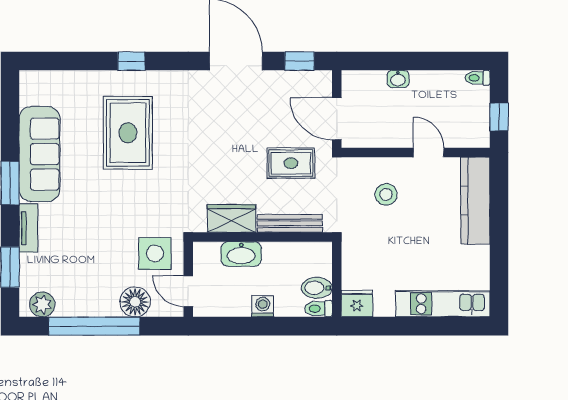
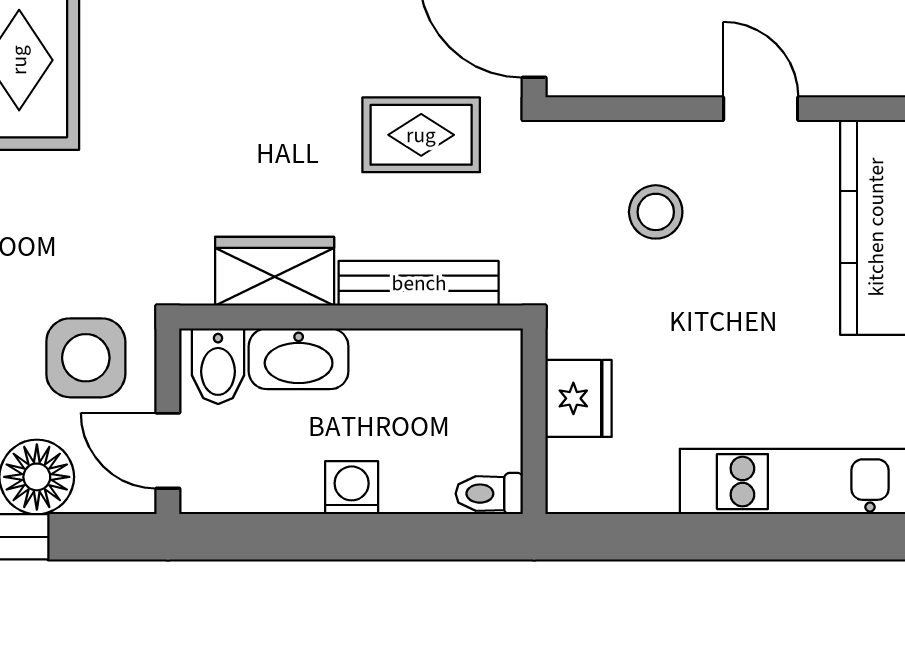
bidet: (317, 288) -> (218, 366), moved, turned -90
fridge: (357, 304) -> (579, 398), moved, turned 90

